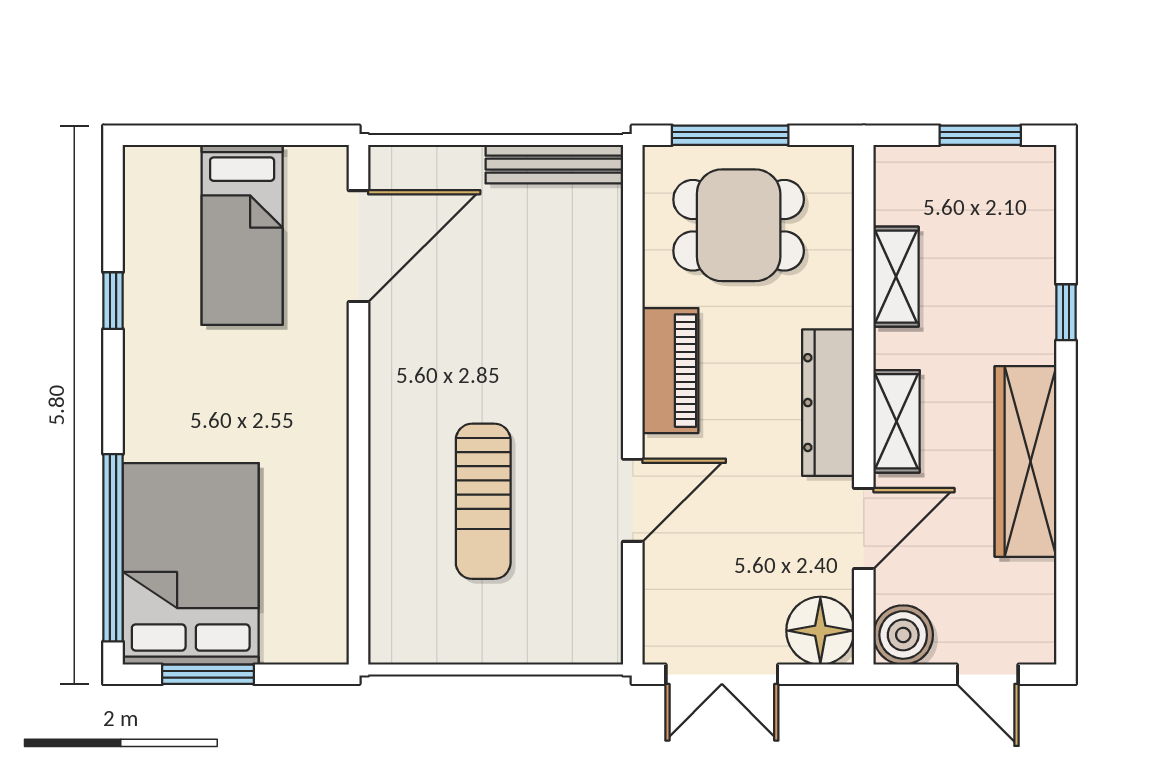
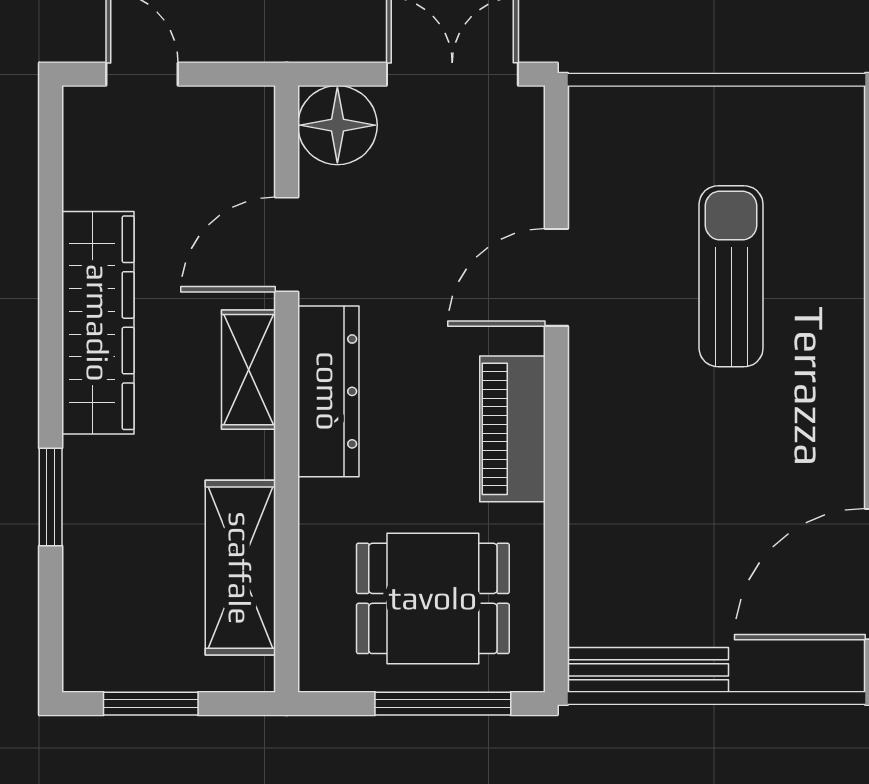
shelving: (896, 277) -> (240, 568), width x1.50, depth x1.33
window: (1066, 312) -> (51, 497), width x1.50
boiler: (903, 635) -> (241, 120), removed

